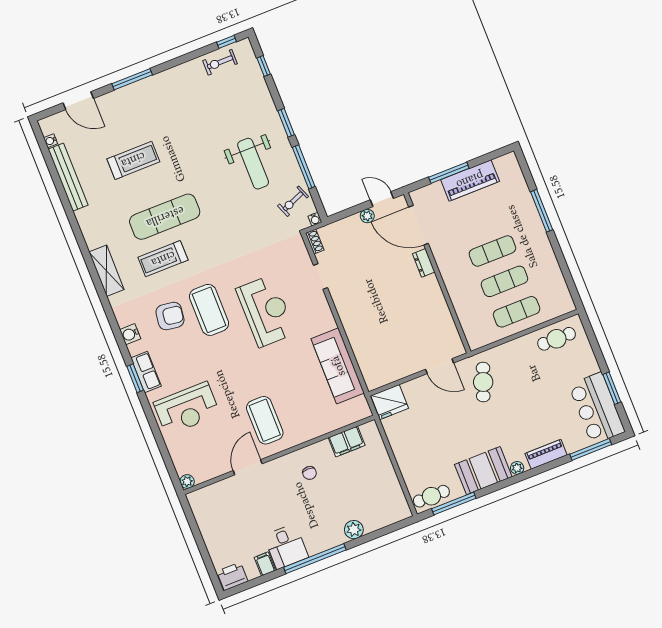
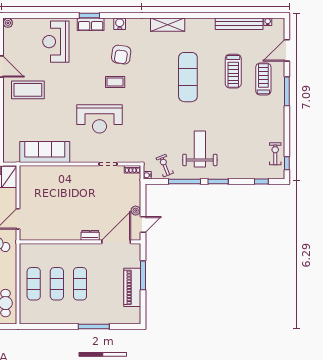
weight bench: (253, 164) -> (200, 149), turned 90
treadmill: (163, 259) -> (263, 79), moved
coffee table: (209, 310) -> (115, 82), width x0.54, depth x0.58

